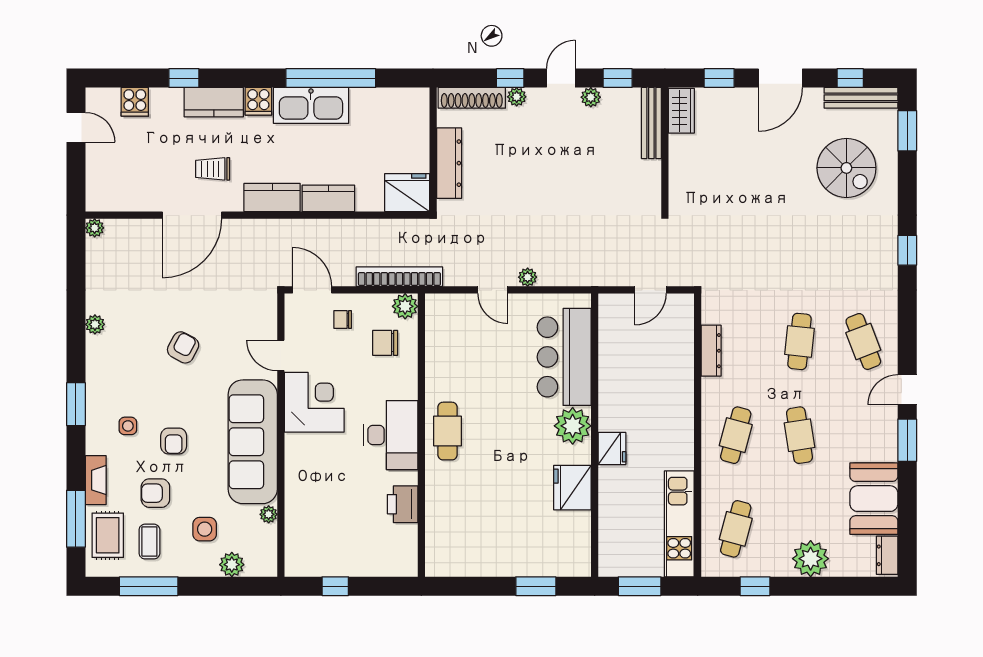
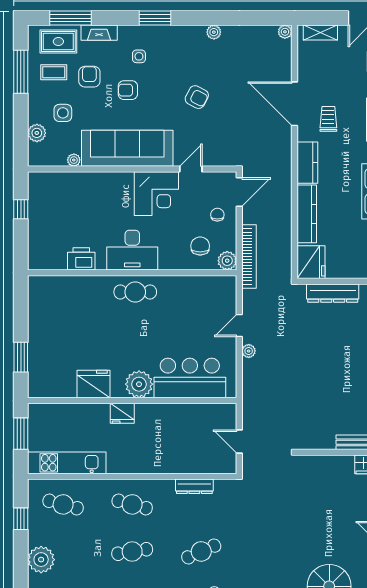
shelving: (96, 180) -> (320, 33), added
kitchen counter: (328, 198) -> (307, 214), width x1.50
cafe table: (800, 341) -> (201, 551), turned -30

